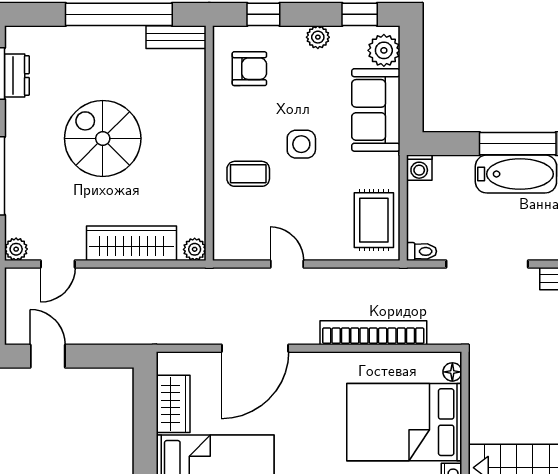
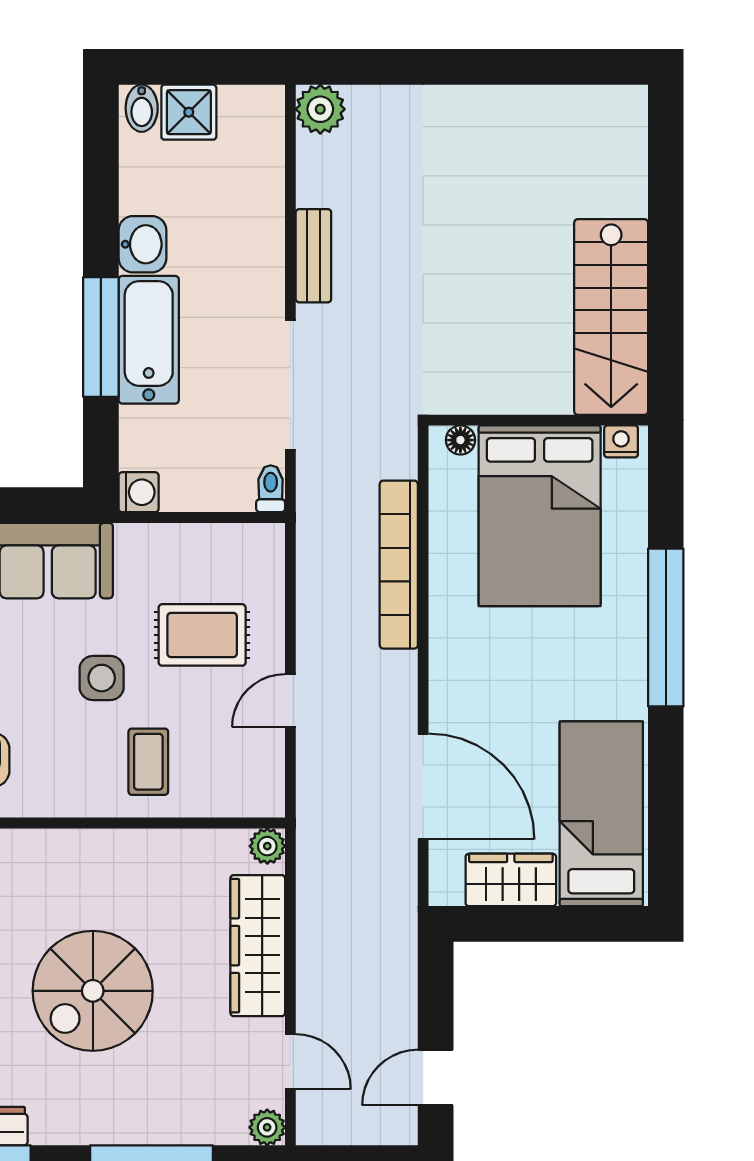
rug: (374, 220) -> (202, 635), moved
door: (255, 348) -> (423, 786), moved

